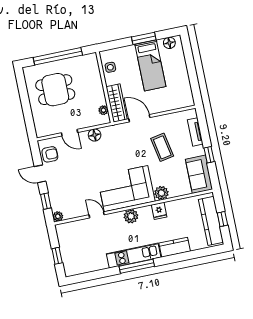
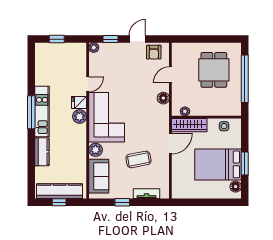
bed: (150, 65) -> (218, 164), width x1.50
sofa: (199, 174) -> (99, 176), moved, turned 90
fridge: (159, 211) -> (79, 103), moved

